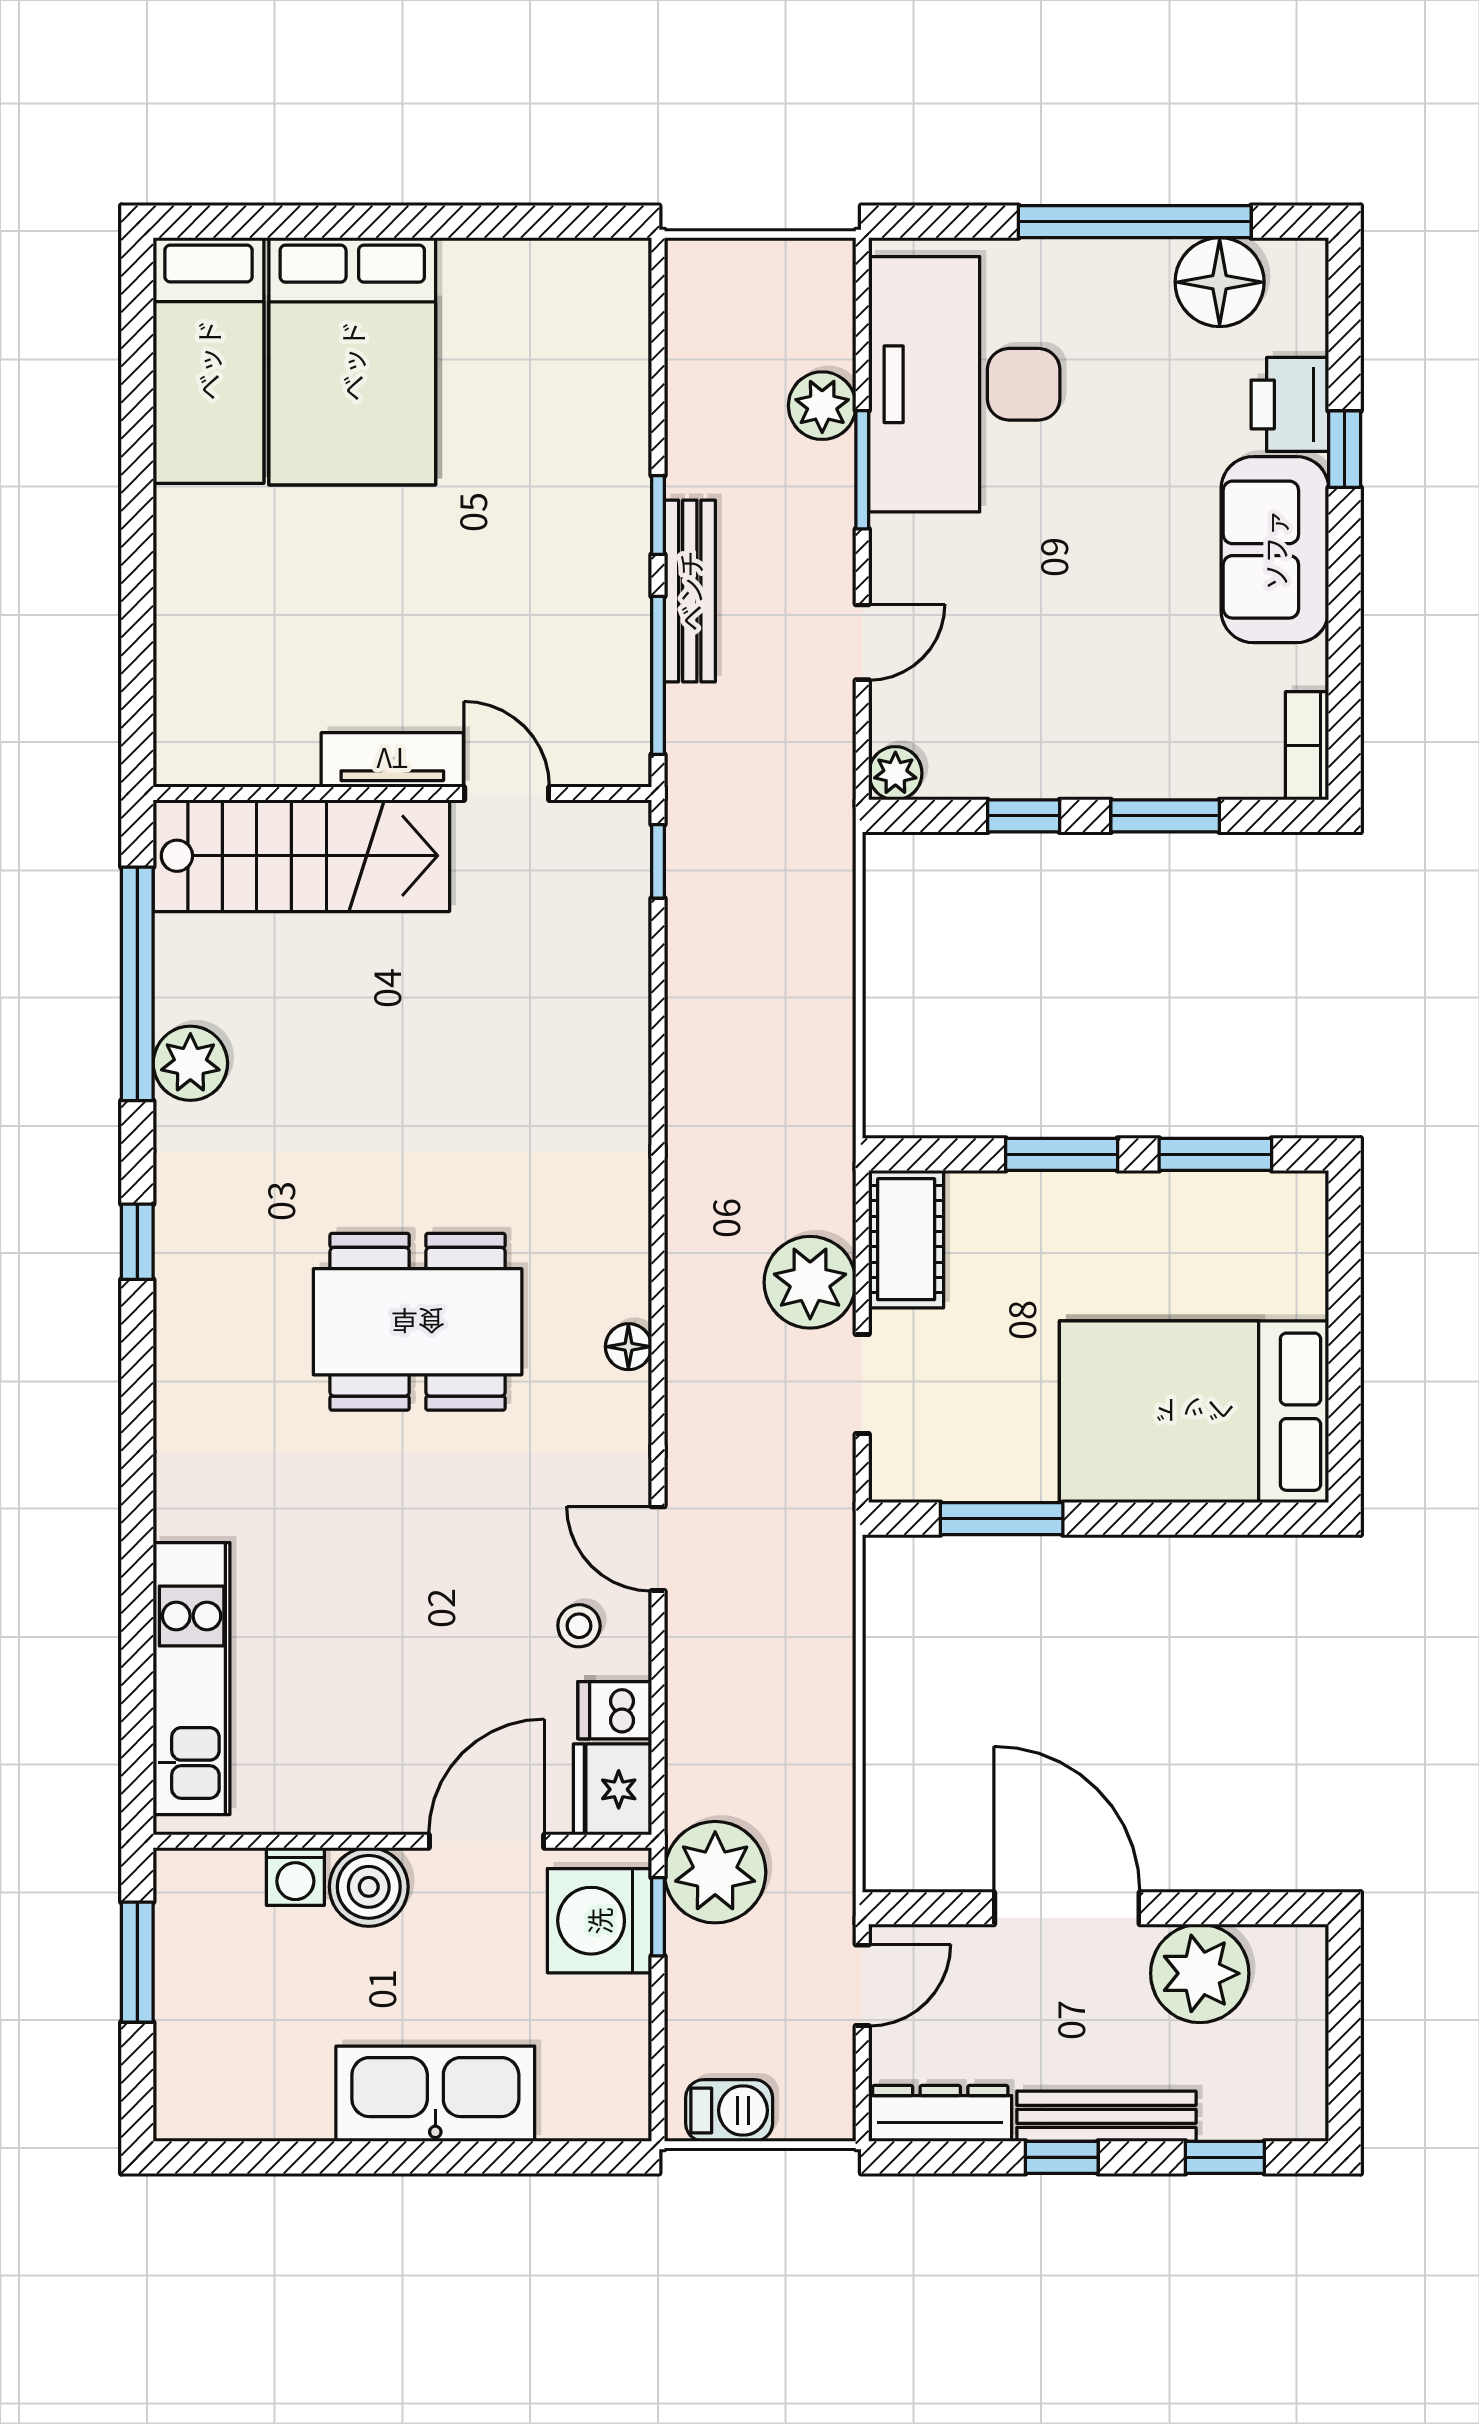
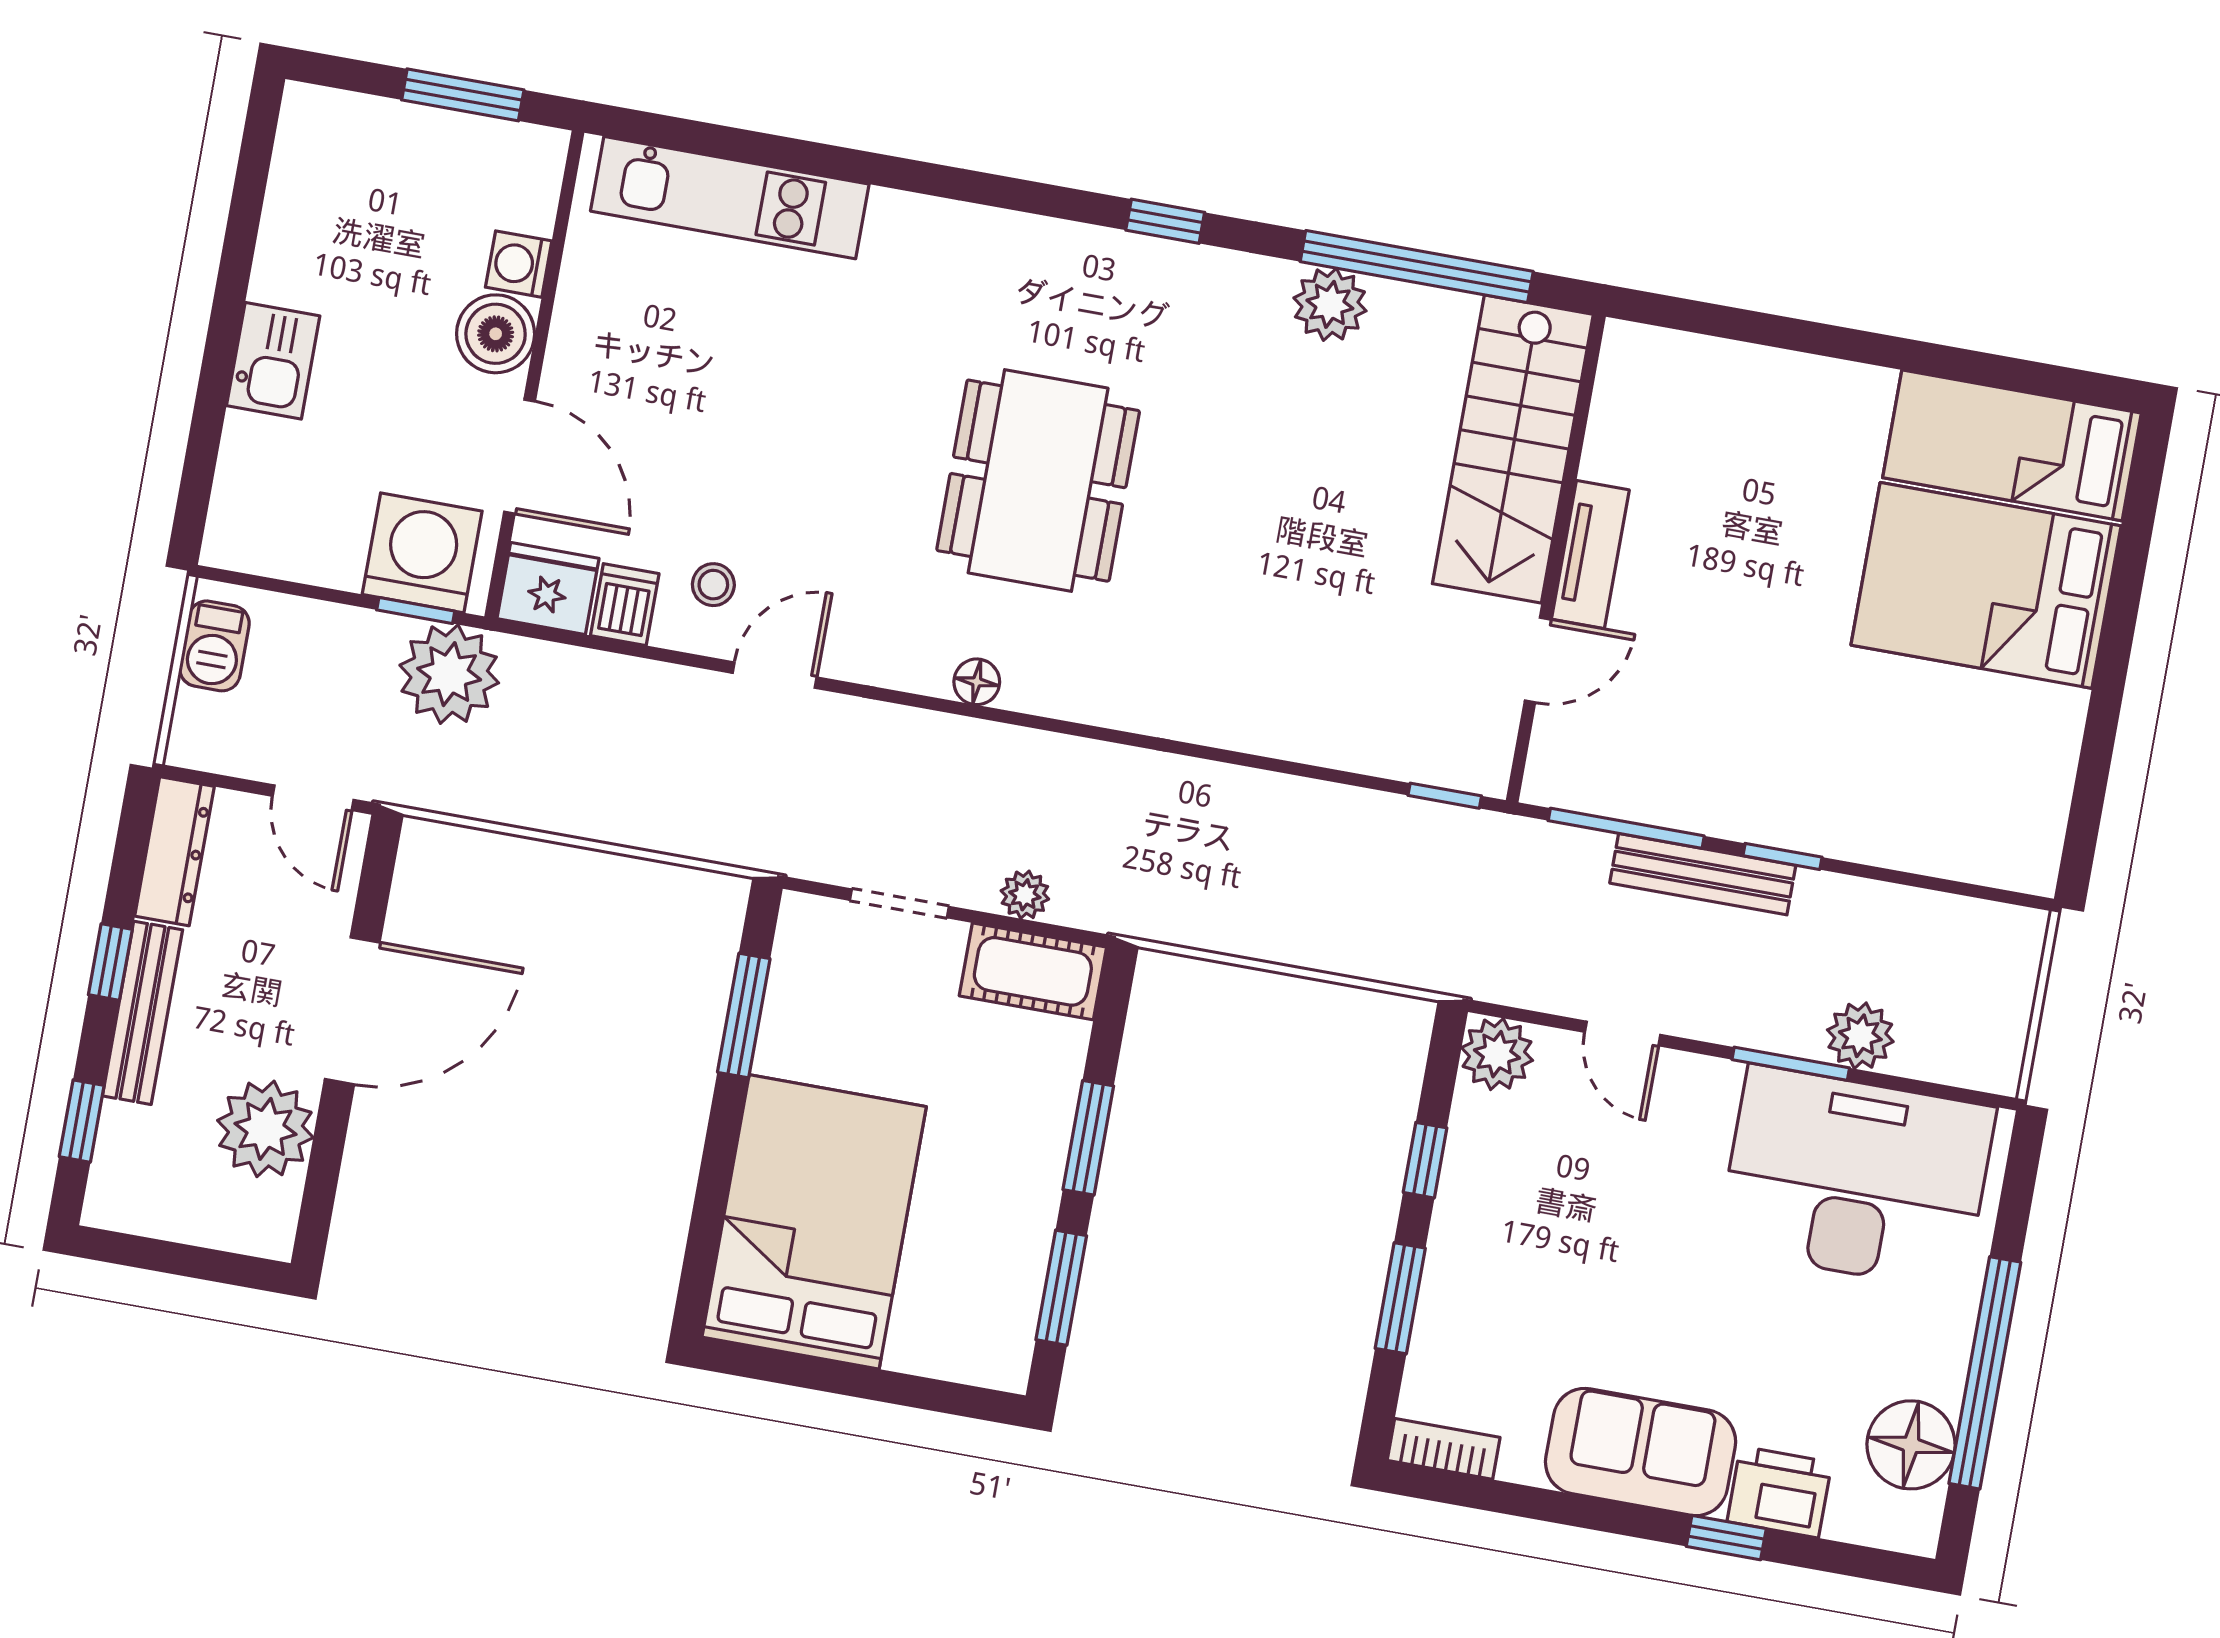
plant: (895, 773) -> (1497, 1054), width x1.38, depth x1.38
plant: (810, 1282) -> (1025, 895), width x0.53, depth x0.53
kitchen sink: (435, 2094) -> (273, 361), width x0.53, depth x0.81

